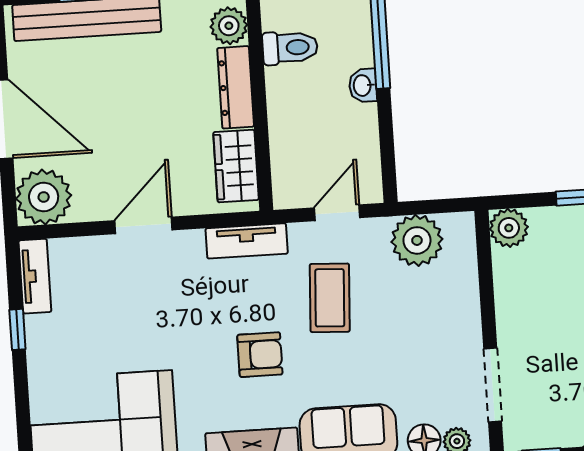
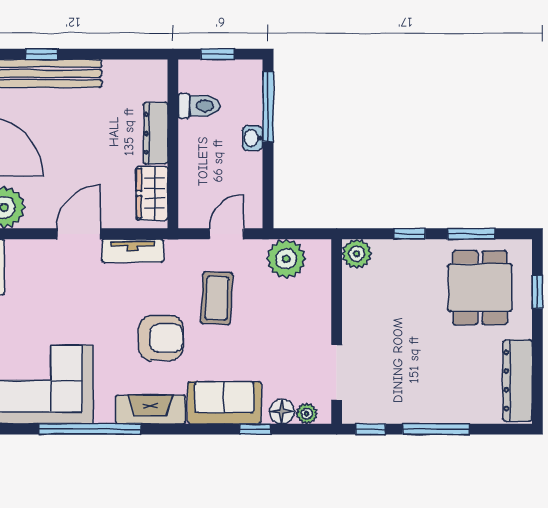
plant: (229, 26) -> (153, 86), removed
tv unit: (247, 241) -> (133, 251), moved
armchair: (260, 355) -> (161, 338), width x1.38, depth x1.38

